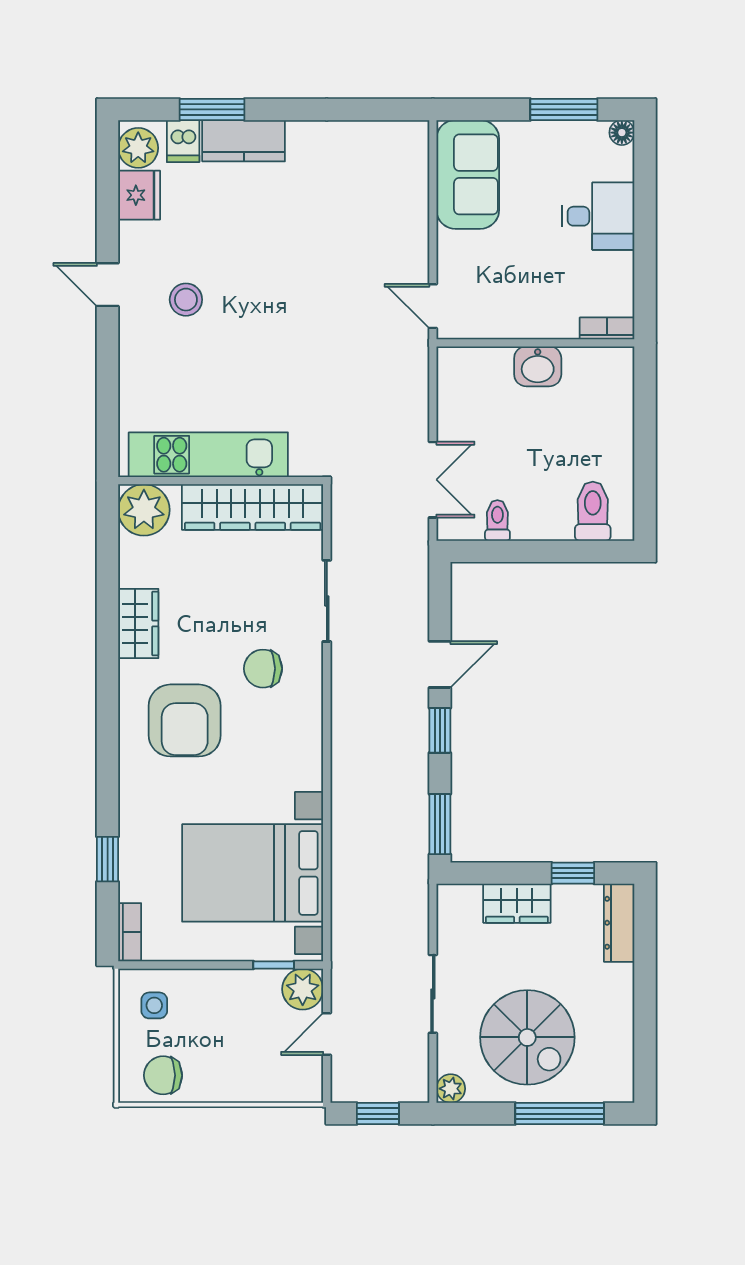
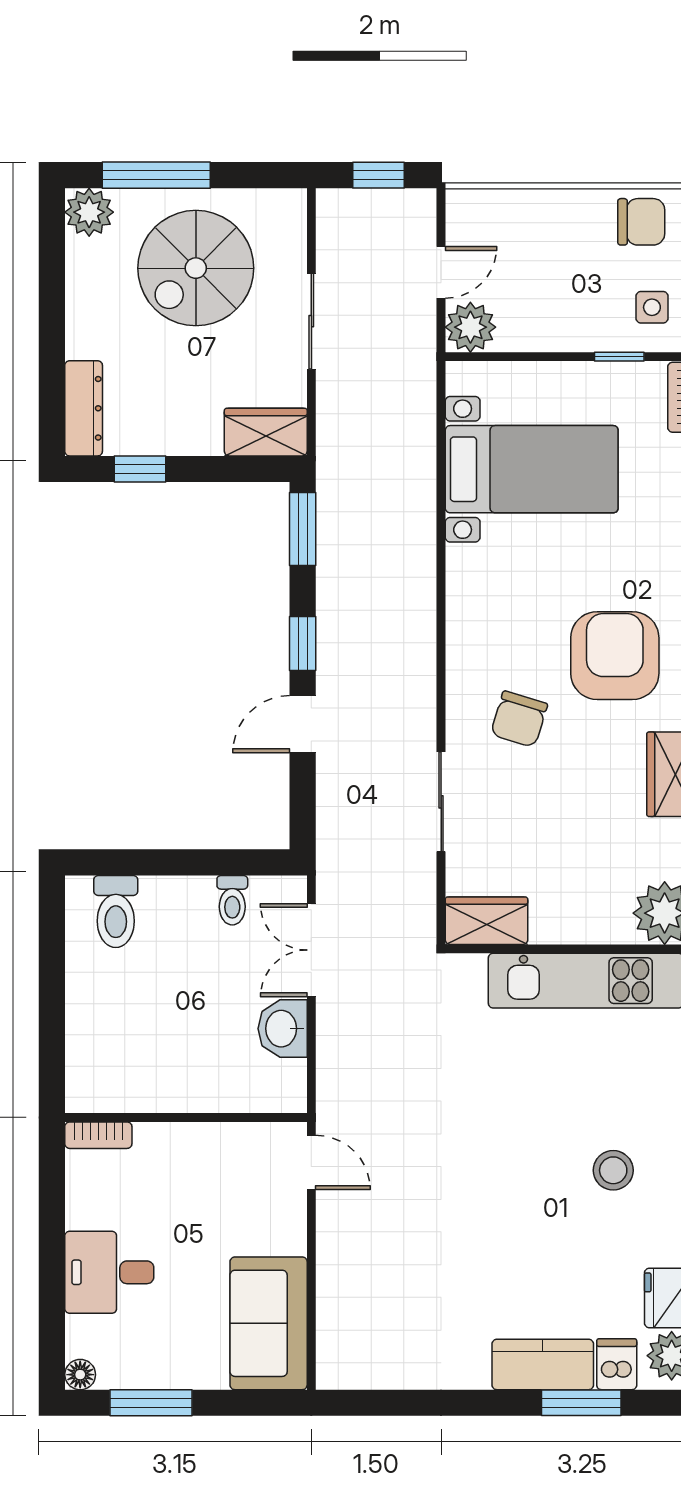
washbasin: (538, 366) -> (283, 1029), moved, turned -90
wardrobe: (253, 507) -> (486, 921), width x0.48, depth x0.85
chair: (263, 669) -> (519, 719), turned 107
bed with nightstands: (253, 873) -> (532, 469), width x0.73
wardrobe: (517, 903) -> (266, 432), moved
window: (274, 965) -> (619, 357), moved
spiral stairs: (527, 1037) -> (196, 268), turned -90
plant: (451, 1089) -> (89, 212), moved, width x1.38, depth x1.38

